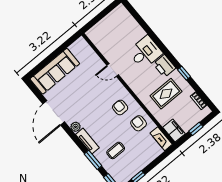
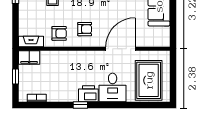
door: (113, 70) -> (120, 49), width x1.88
window: (184, 73) -> (80, 105), moved
rug: (166, 94) -> (149, 80), moved, width x1.36, depth x1.43

